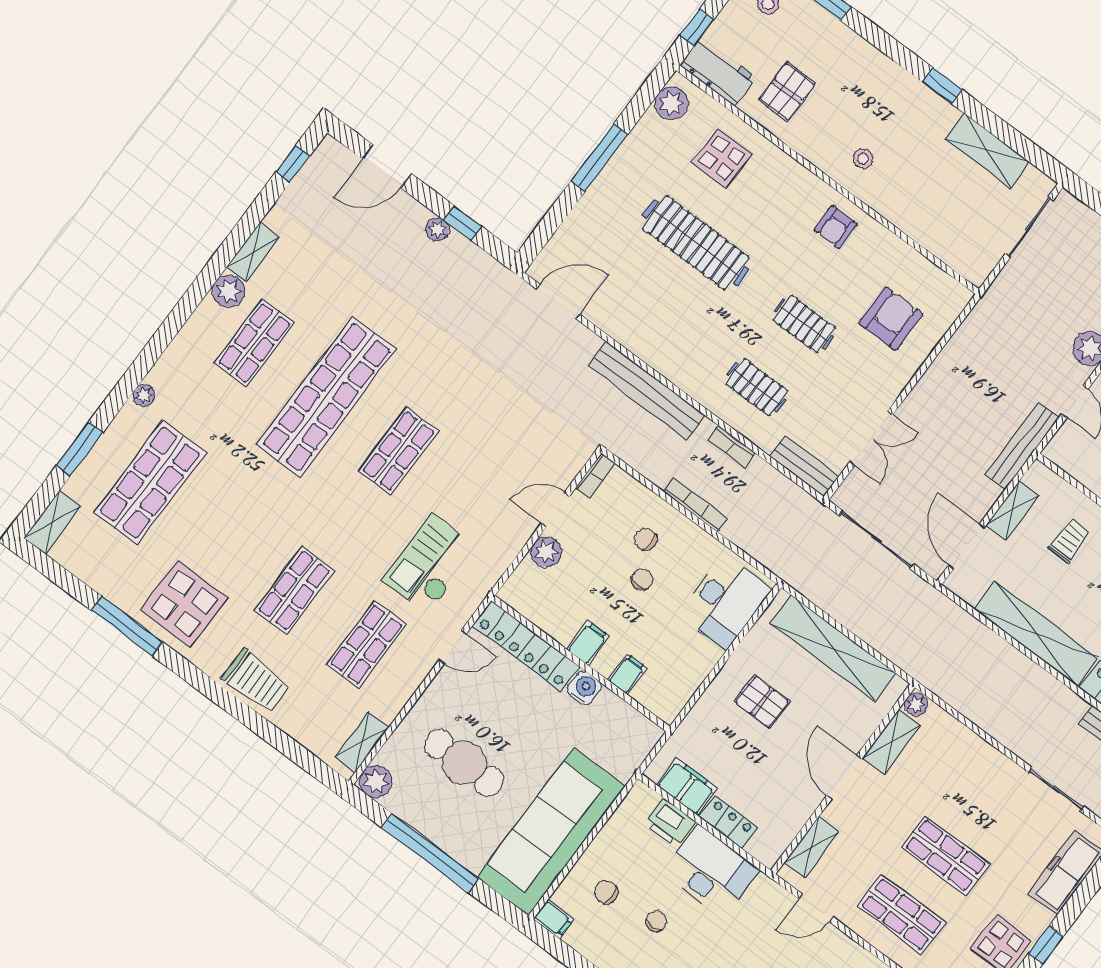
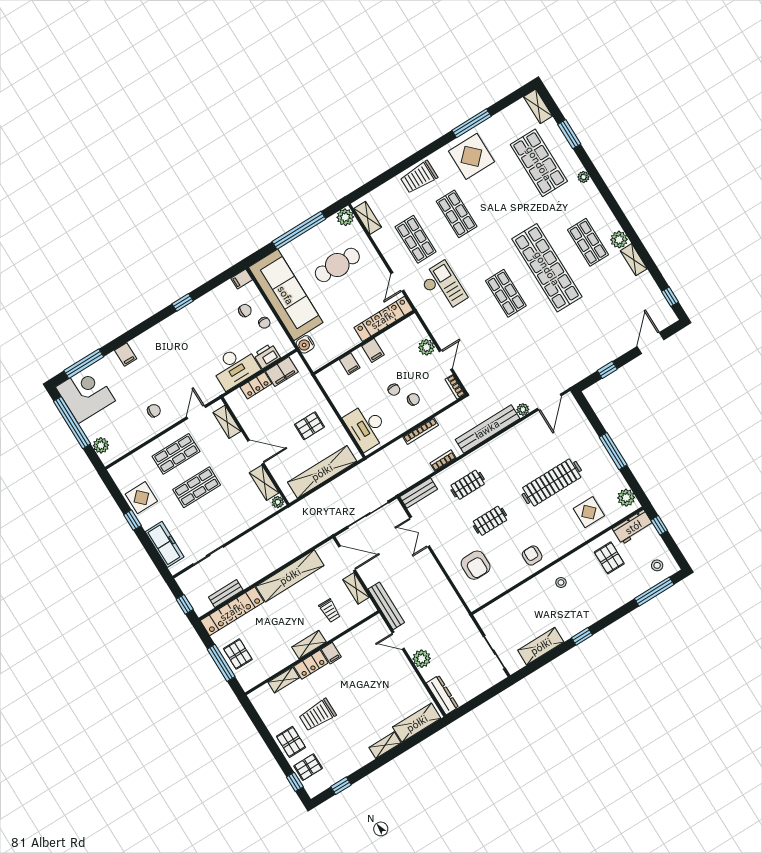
plant: (437, 229) -> (523, 409), moved
water cooler: (585, 688) -> (305, 344), moved, turned 90
chair: (656, 921) -> (264, 323), moved

